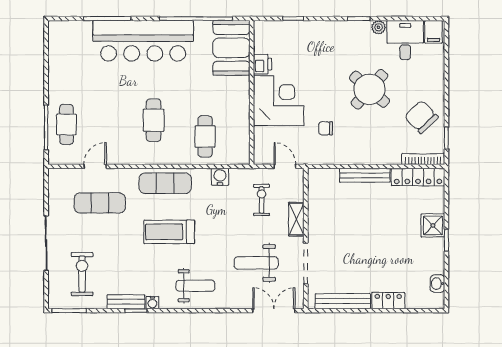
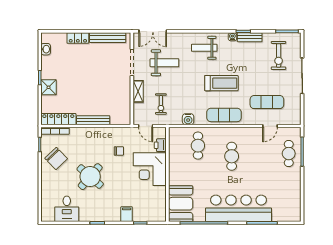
plant: (379, 27) -> (84, 217), removed
filing cabinet: (433, 32) -> (127, 214), moved
printer: (262, 64) -> (160, 145), moved

